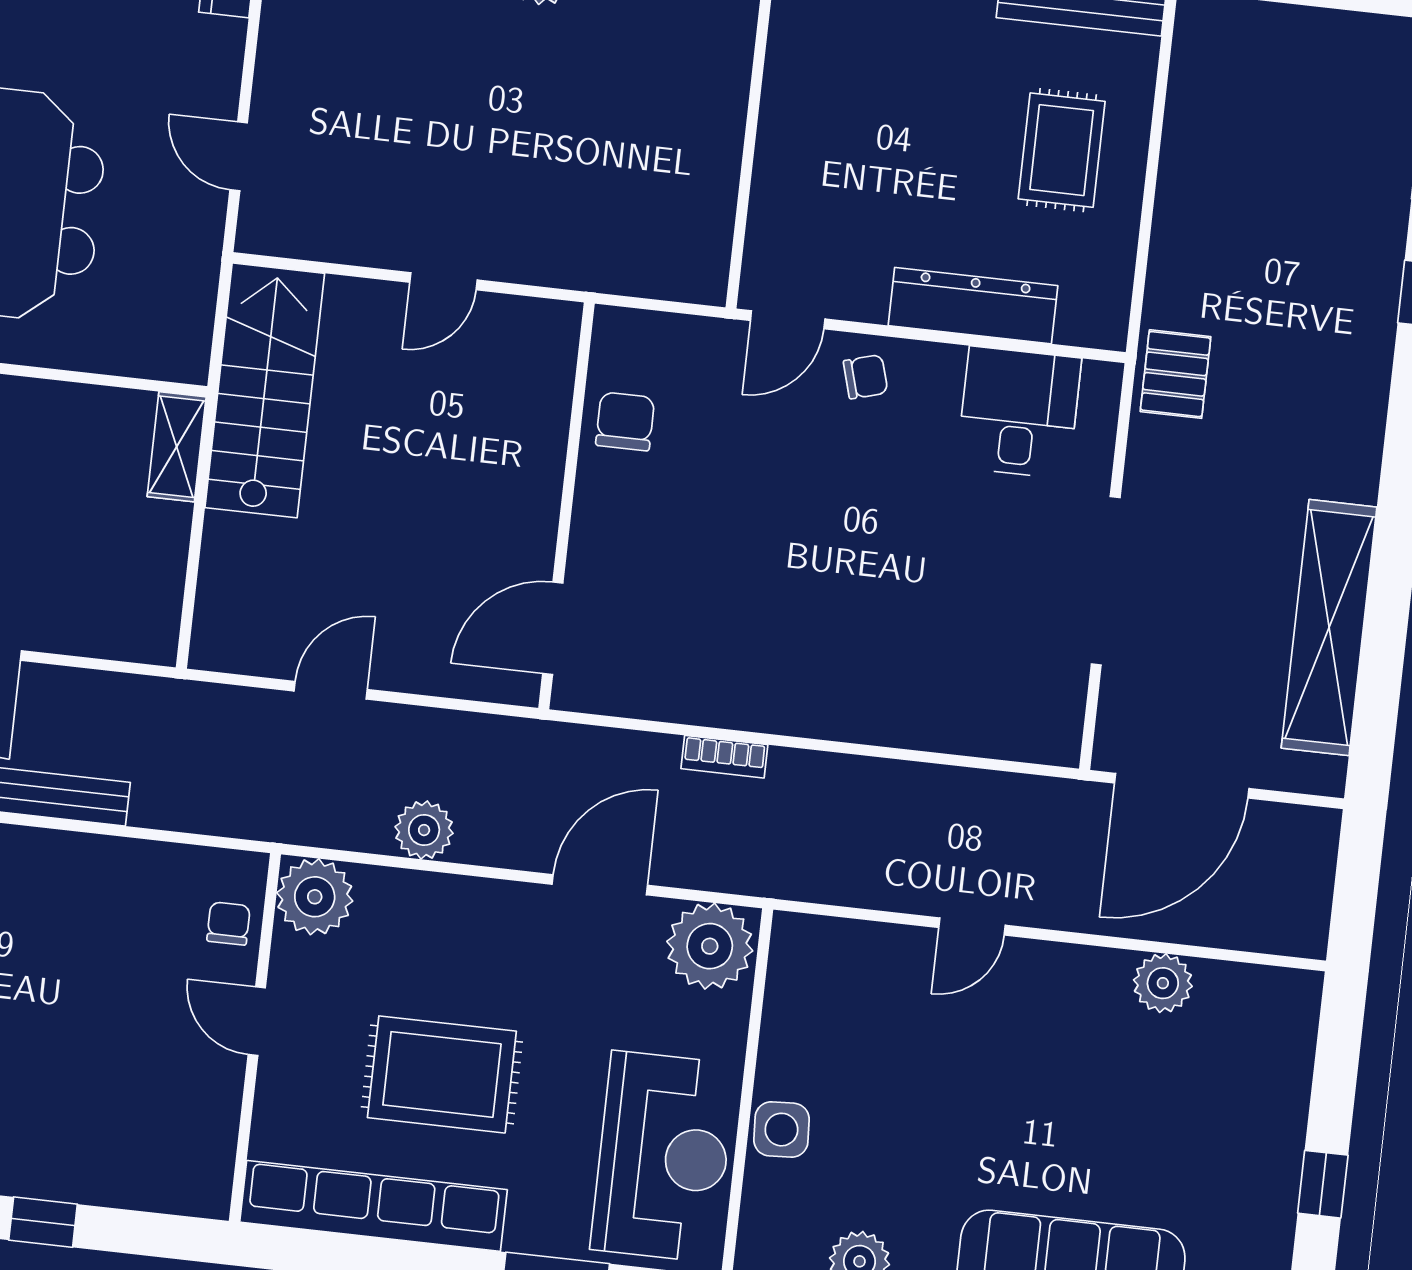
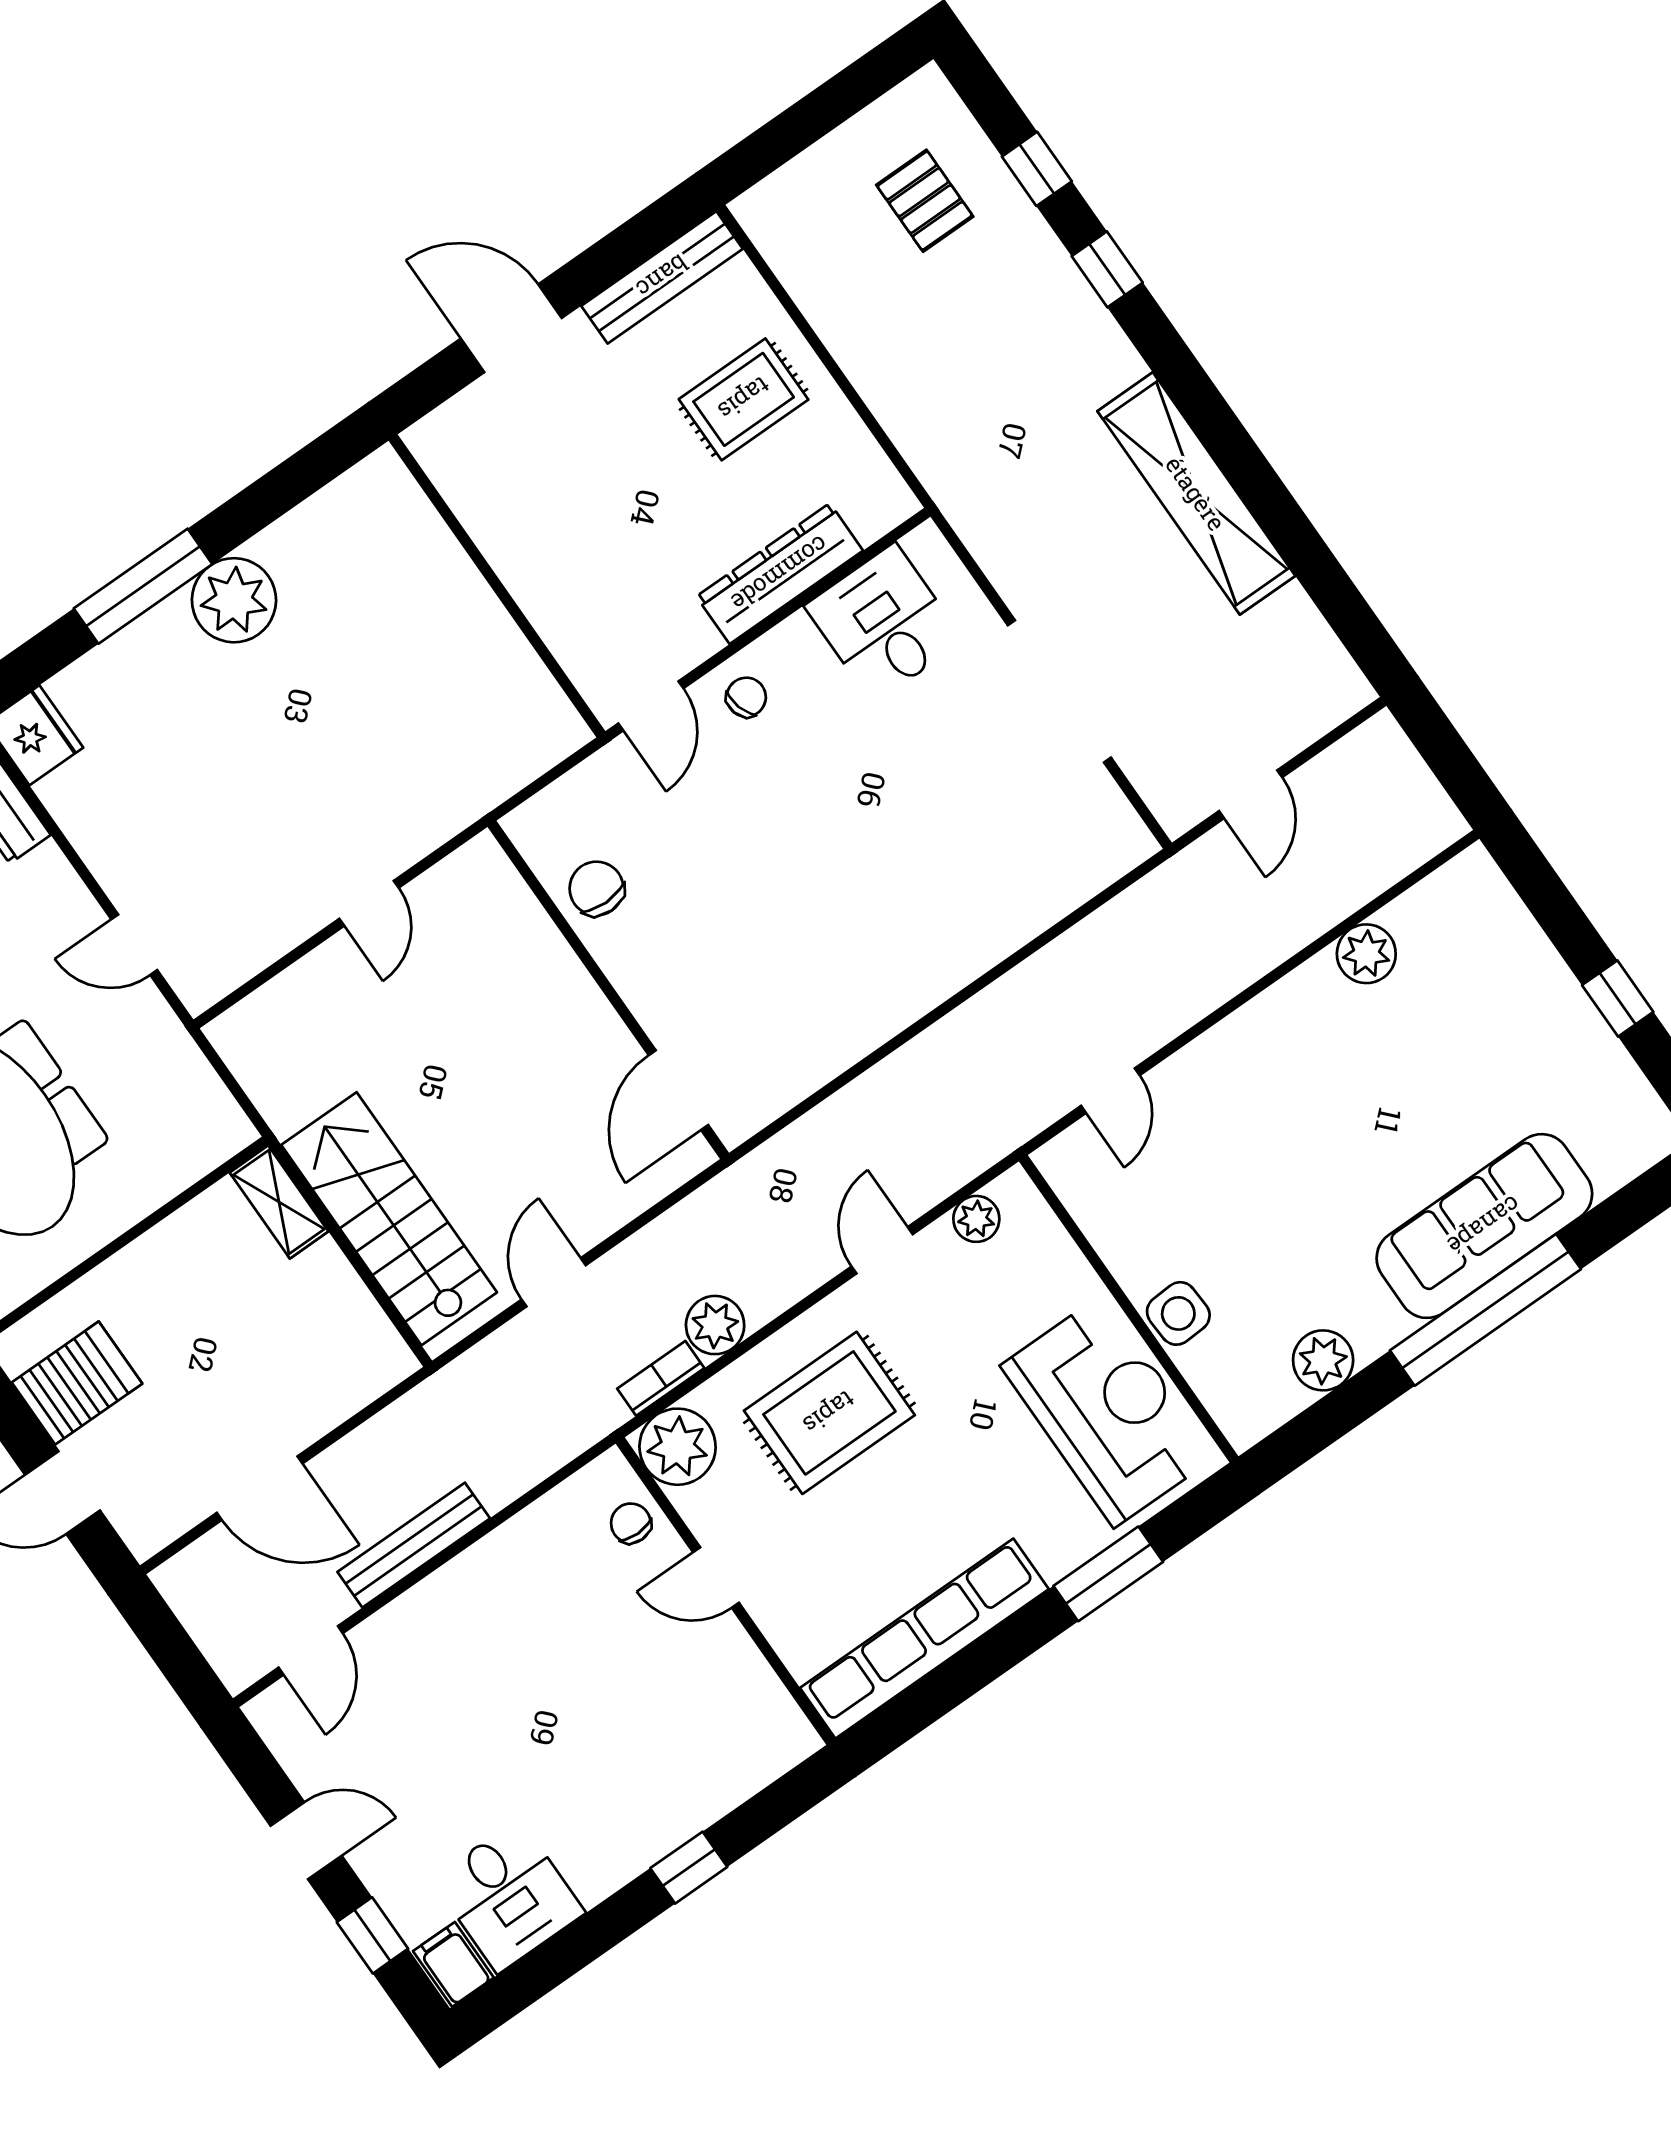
rug: (1062, 150) -> (744, 399), turned 90
pallet: (1176, 374) -> (925, 201), moved
stairs: (265, 390) -> (389, 1219), moved
shelving: (1329, 628) -> (1196, 493), moved
bookcase: (724, 757) -> (661, 1378), moved, turned 180
door: (1182, 786) -> (1251, 794), width x0.53
door: (600, 885) -> (882, 1250), width x0.73
door: (972, 926) -> (1110, 1091), moved
plant: (710, 946) -> (976, 1219), width x0.53, depth x0.53
rug: (442, 1074) -> (829, 1413), moved

